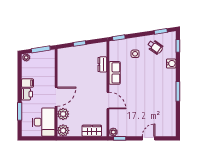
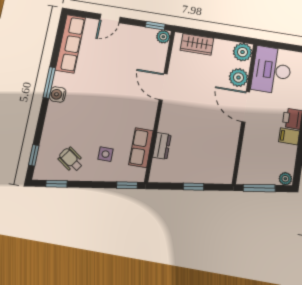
water cooler: (171, 64) -> (58, 94), moved
row of seats: (115, 73) -> (141, 148), moved
door: (56, 97) -> (246, 107), hinge flipped
row of seats: (170, 118) -> (70, 44), added

